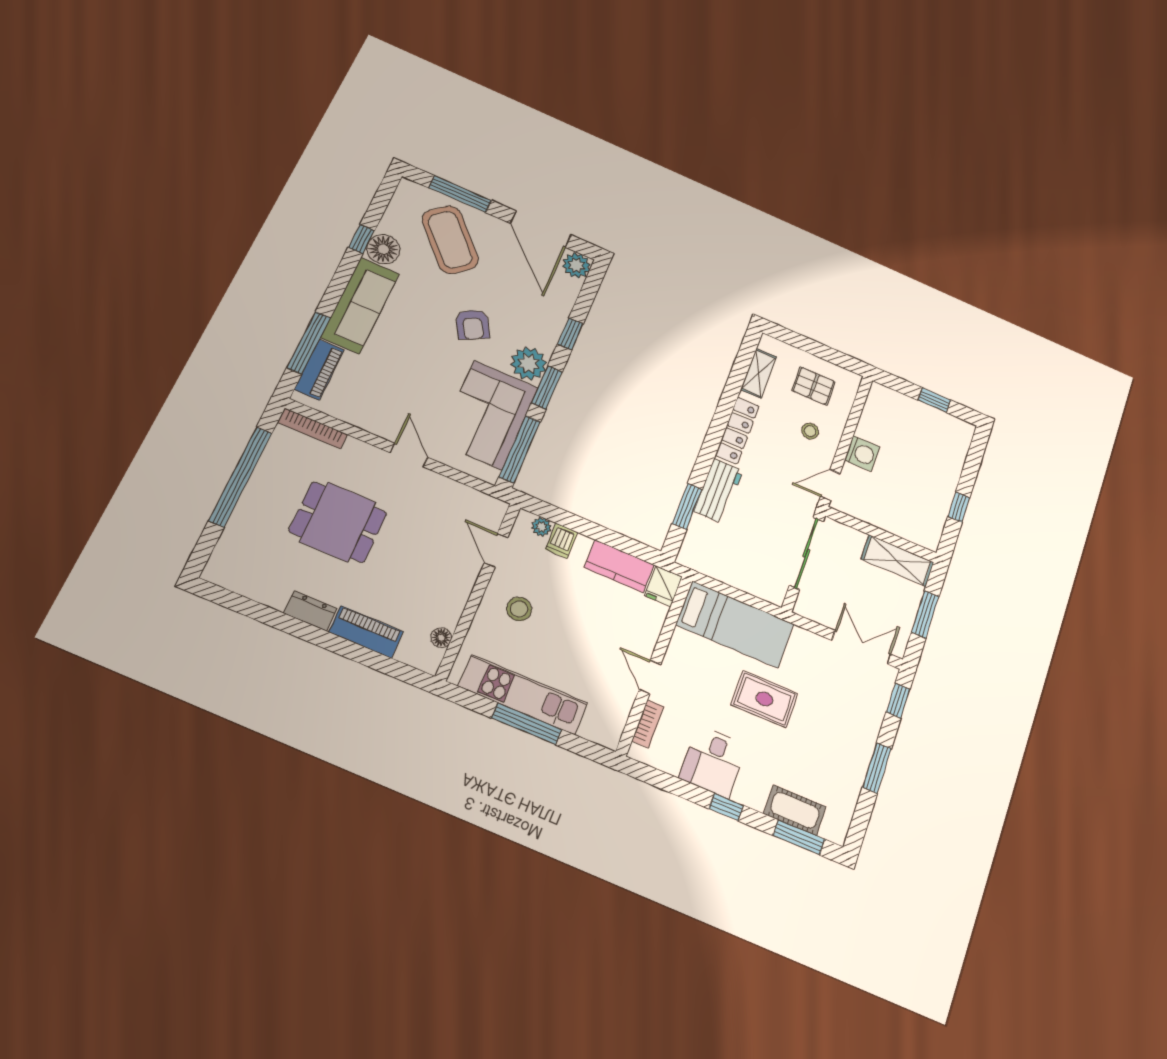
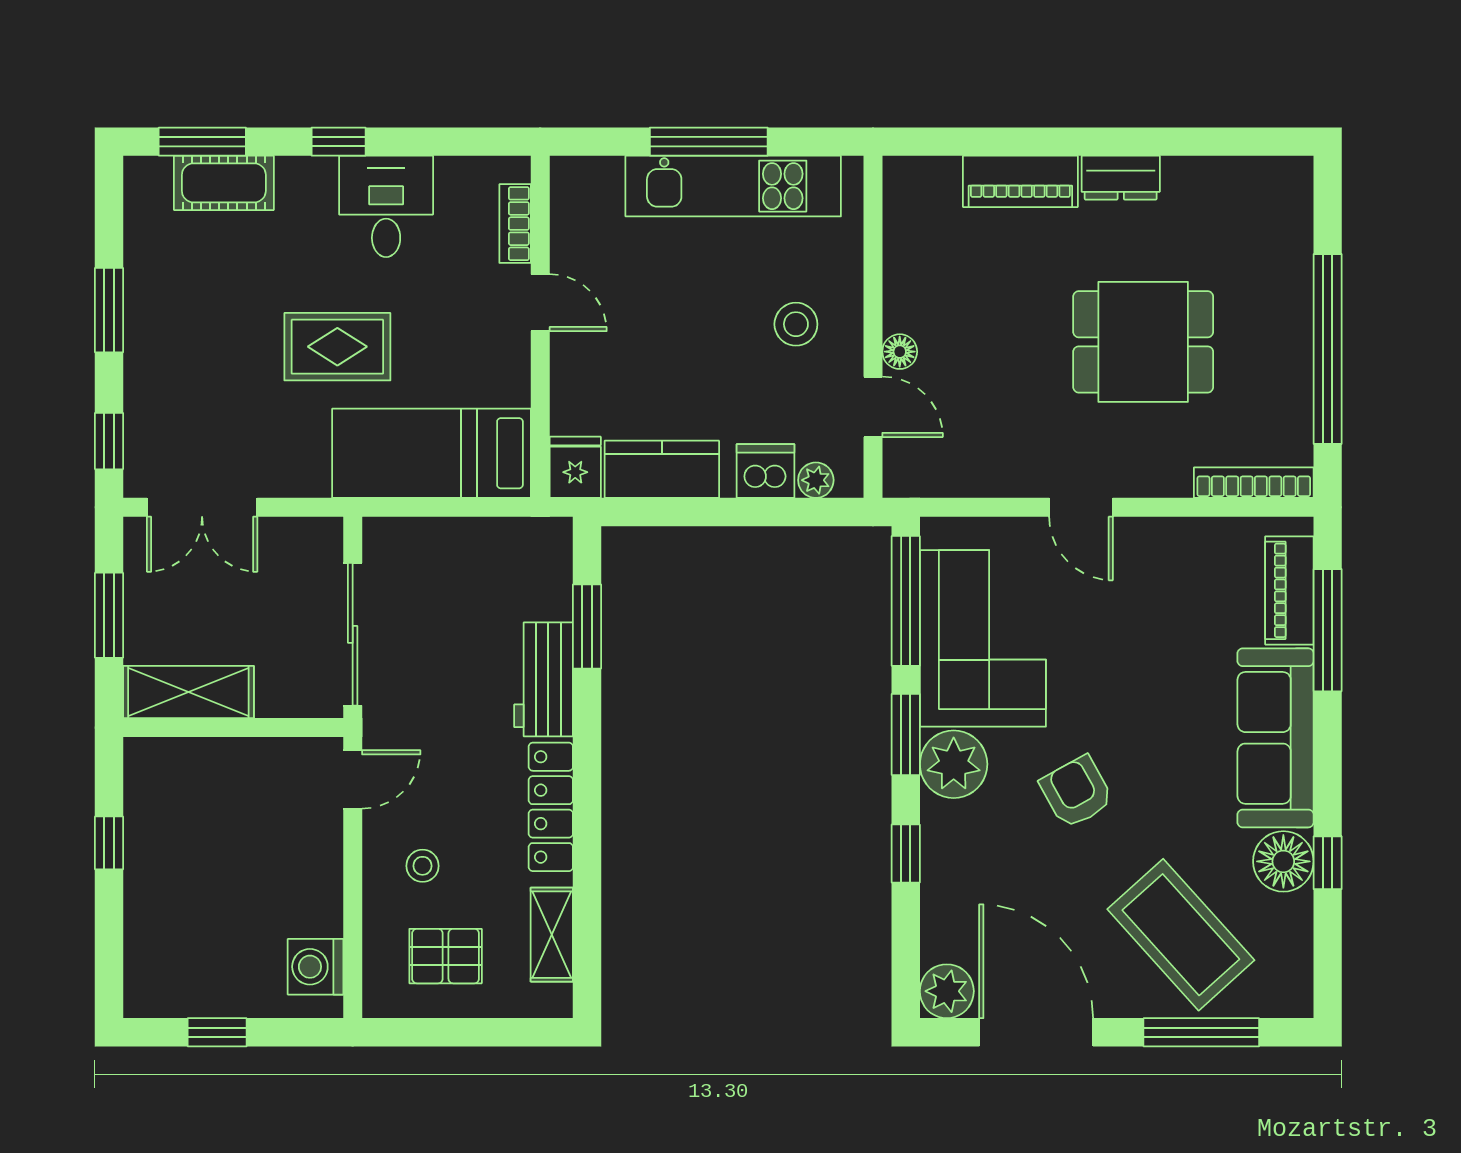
washing machine: (862, 454) -> (315, 967), moved
dishwasher: (562, 541) -> (766, 471), width x1.38
floor lamp: (441, 638) -> (900, 352), moved

